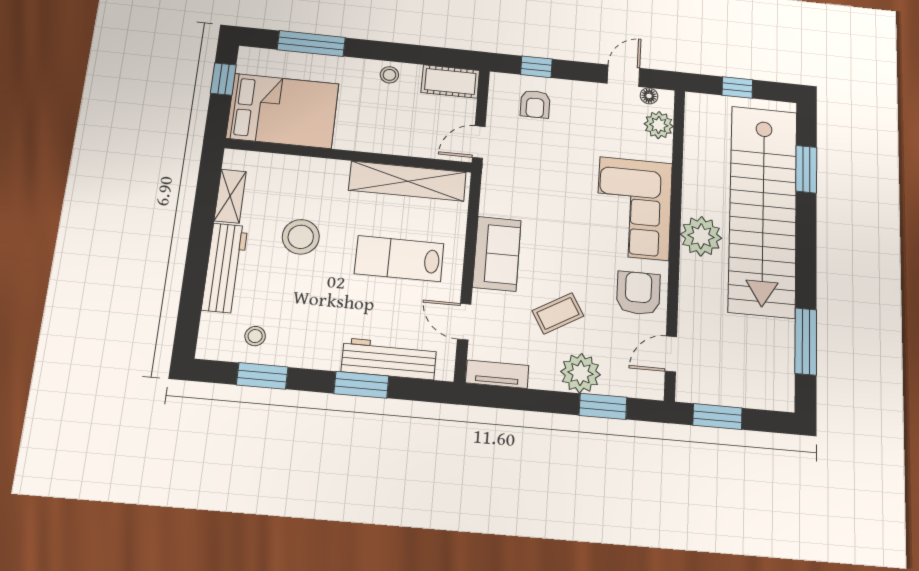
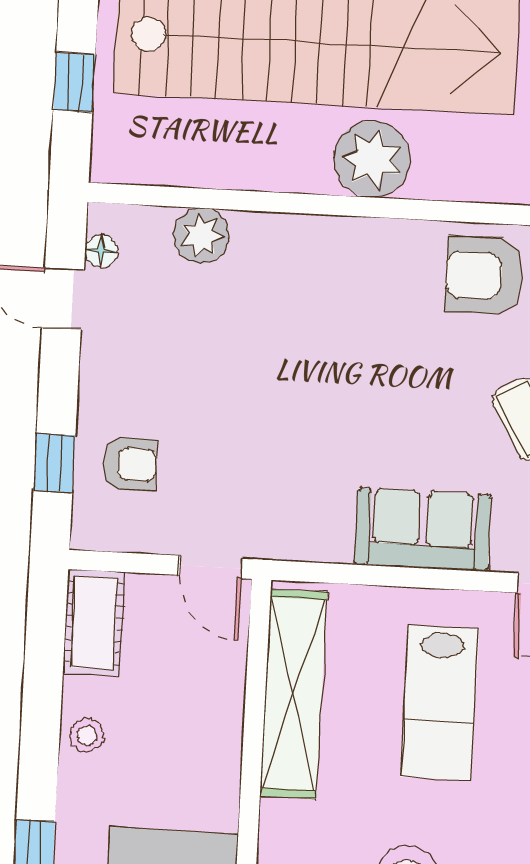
plant: (659, 125) -> (201, 236), moved
corner sofa: (634, 208) -> (325, 282), removed

